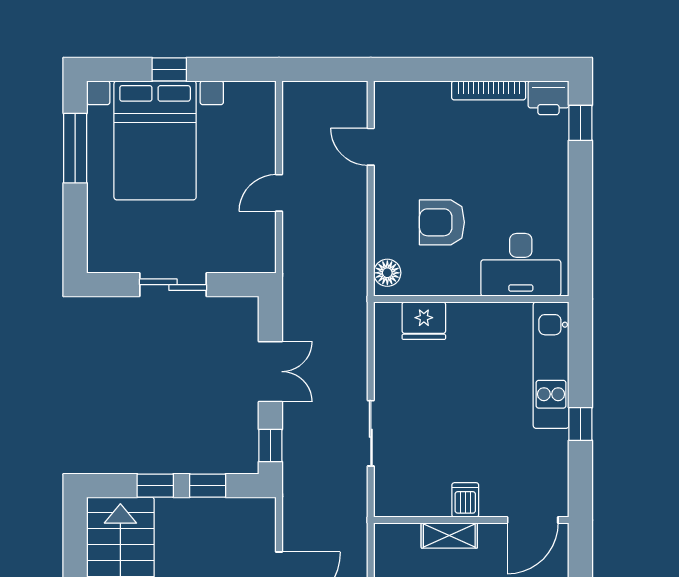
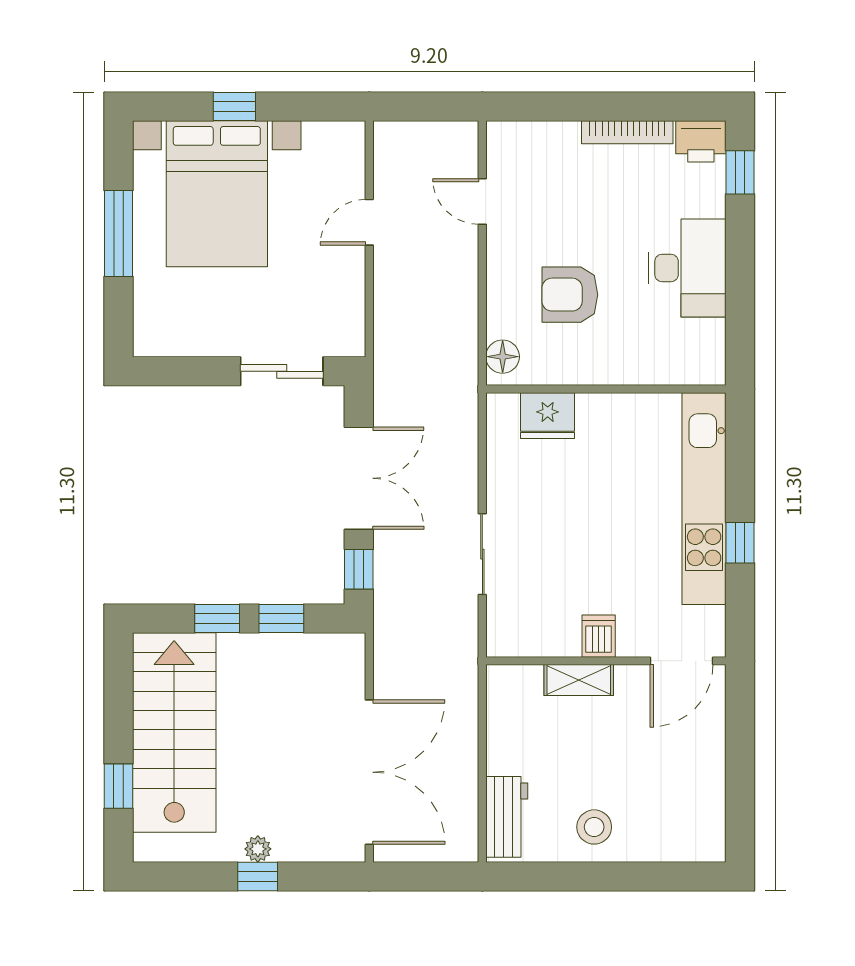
window: (75, 148) -> (118, 233), moved
door: (279, 193) -> (369, 222), moved
desk: (521, 265) -> (687, 268), moved, turned -90
sliding door: (173, 285) -> (282, 371), moved
kitchen unit: (551, 365) -> (704, 499), width x1.36
double door: (270, 372) -> (359, 478), width x1.37

